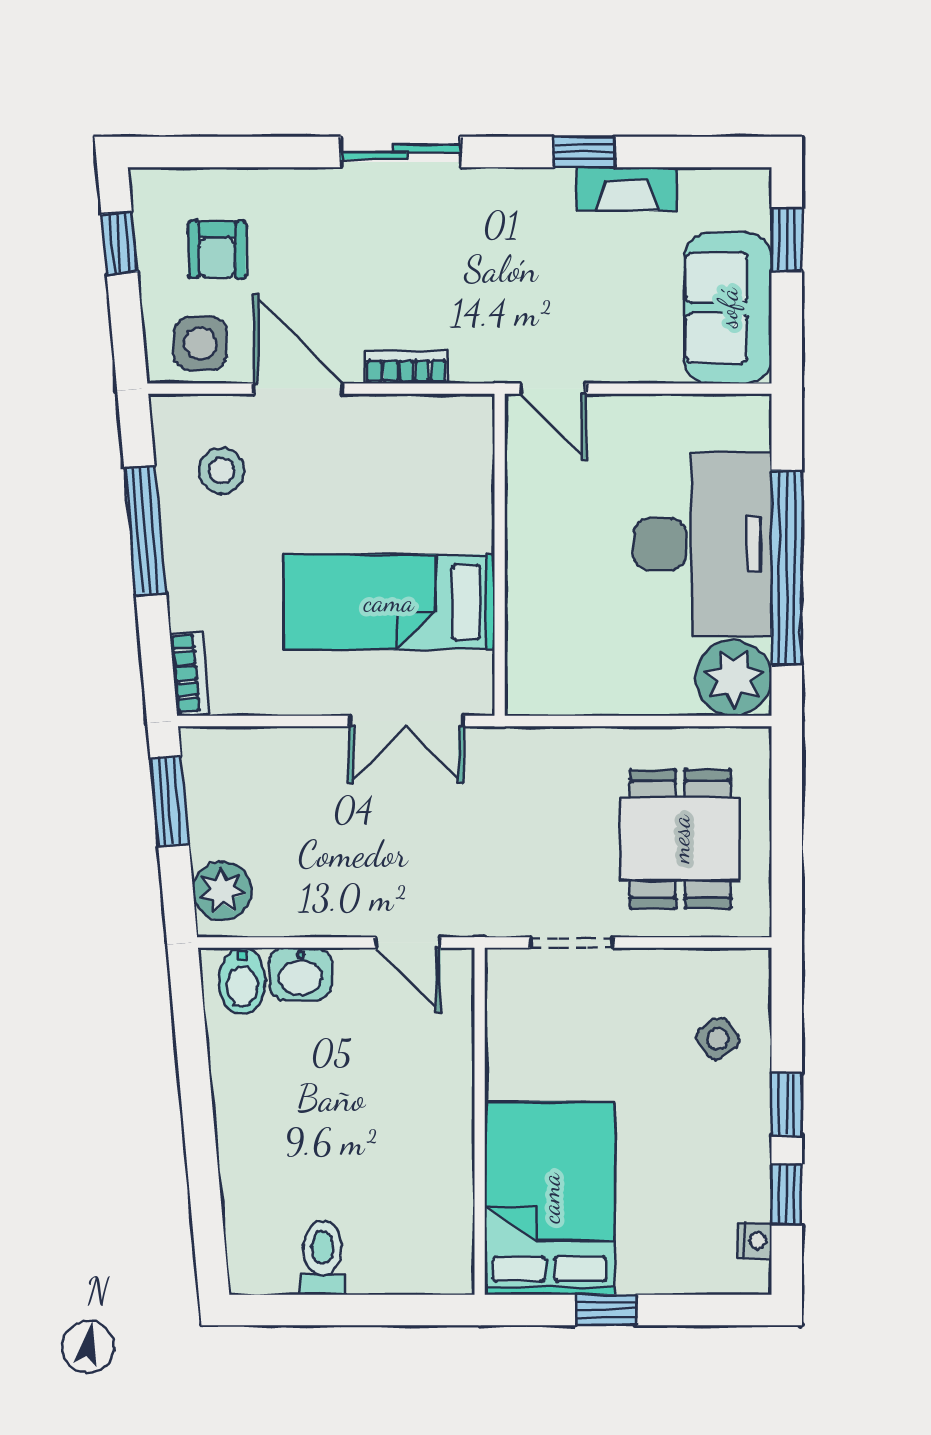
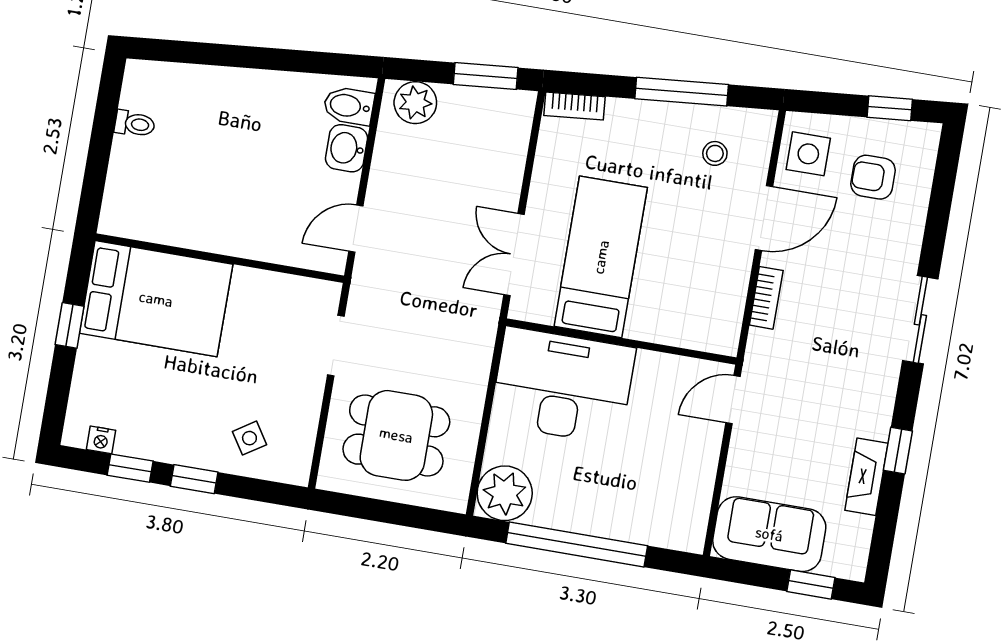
stool: (222, 471) -> (715, 153), width x0.73, depth x0.73
desk: (703, 544) -> (563, 386), moved, turned 180
toilet: (322, 1258) -> (135, 124), width x0.73, depth x0.72

